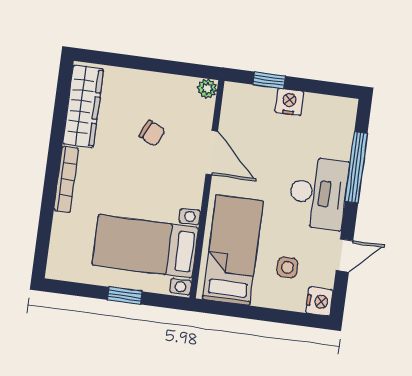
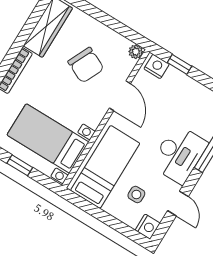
nightstand: (289, 102) -> (157, 66), moved
chair: (152, 133) -> (86, 65), width x1.87, depth x1.87
door: (344, 256) -> (178, 204), hinge flipped

